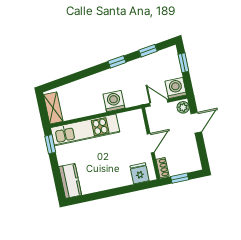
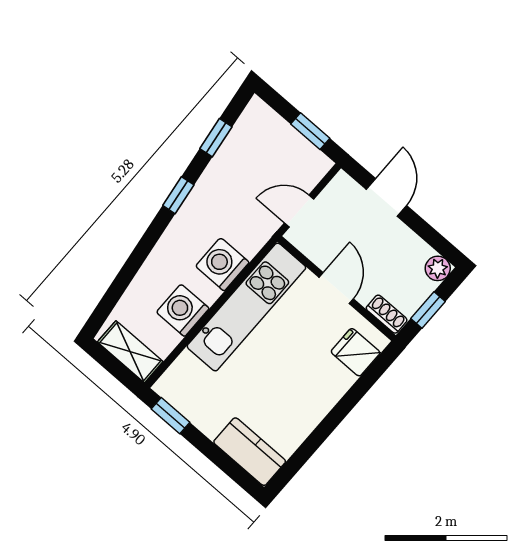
window: (183, 63) -> (310, 131), moved
washing machine: (176, 88) -> (183, 310), moved
plant: (183, 107) -> (438, 268), moved
kitchen unit: (85, 130) -> (246, 307), moved

